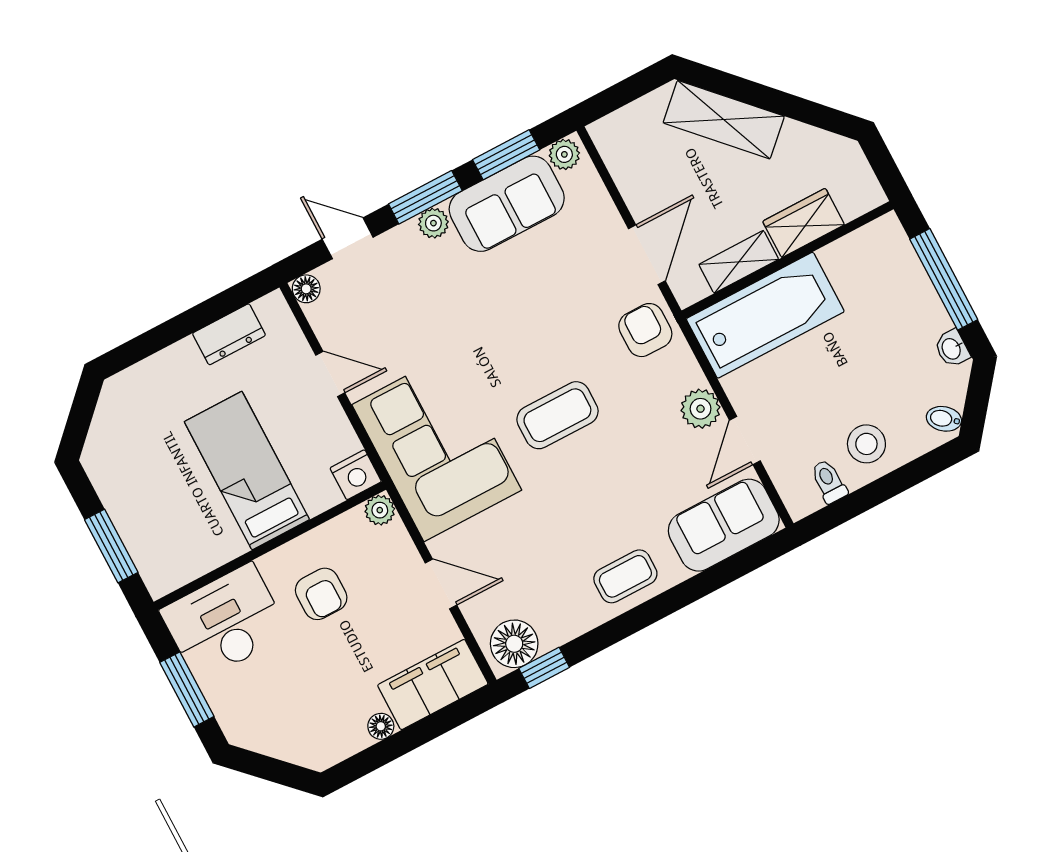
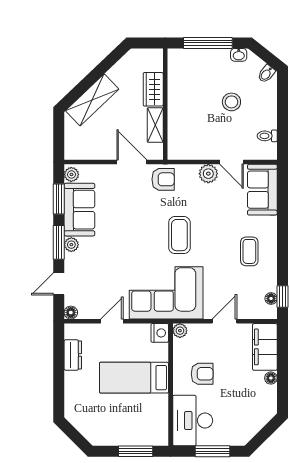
bathtub: (765, 315) -> (183, 126), removed
armchair: (645, 330) -> (163, 179), turned 180
stool: (866, 444) -> (231, 102), moved
coffee table: (625, 576) -> (249, 251), moved
floor lamp: (514, 644) -> (271, 299), width x0.53, depth x0.53

